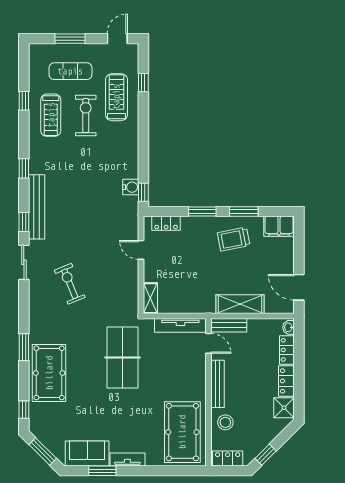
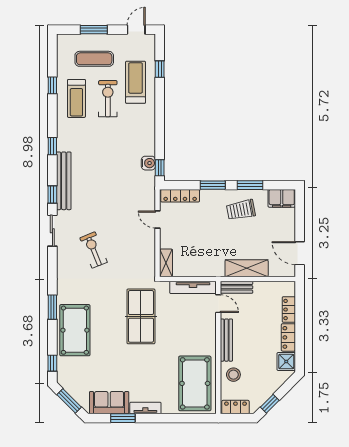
locker: (166, 223) -> (180, 196), width x1.53
washbasin: (289, 327) -> (290, 289), removed

